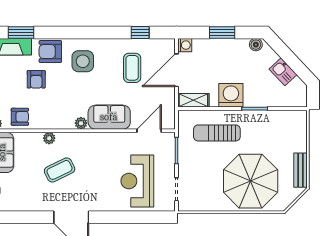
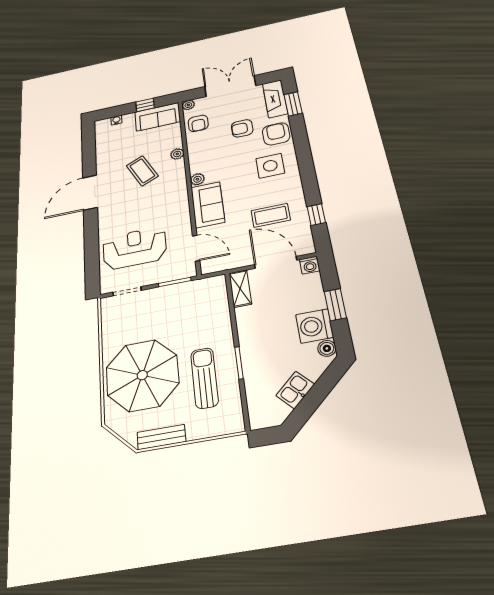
washing machine: (231, 95) -> (315, 326), moved, turned 180
sun lounger: (217, 133) -> (204, 378), moved

